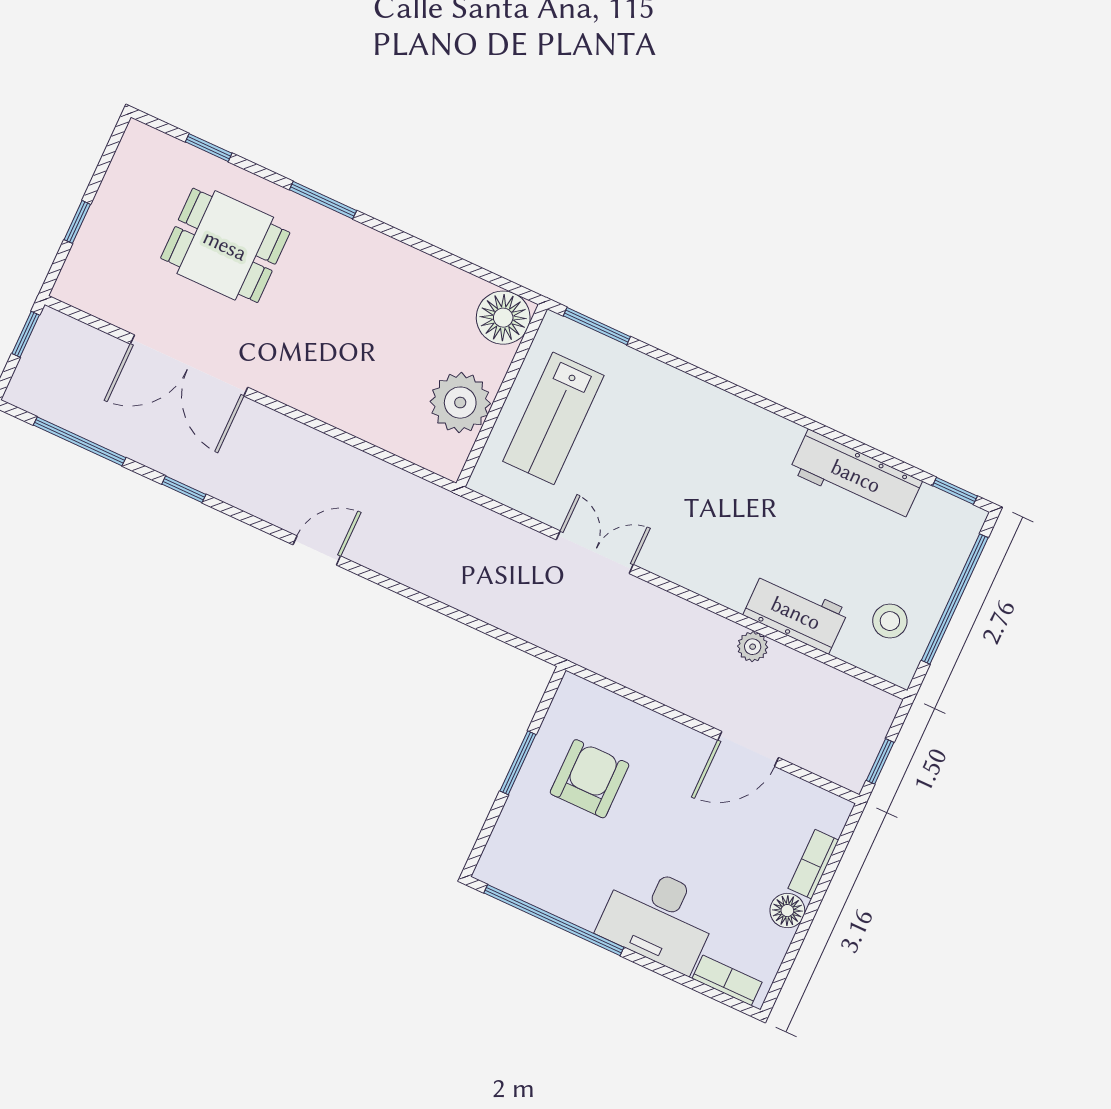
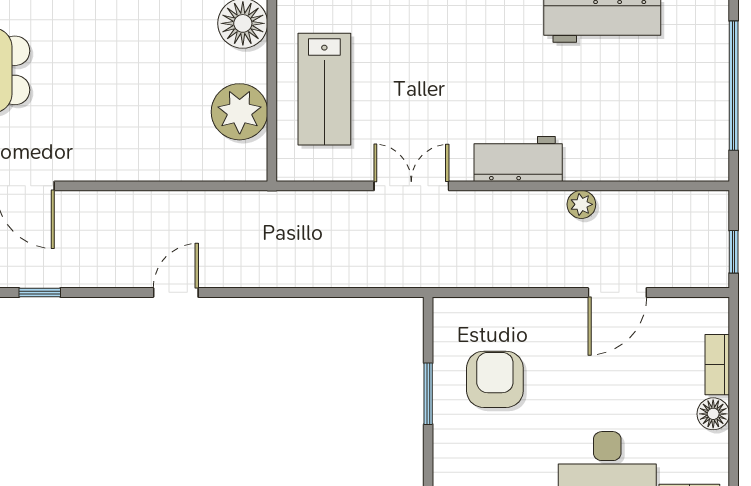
workbench: (796, 613) -> (518, 159), moved
stool: (890, 621) -> (687, 129), removed

